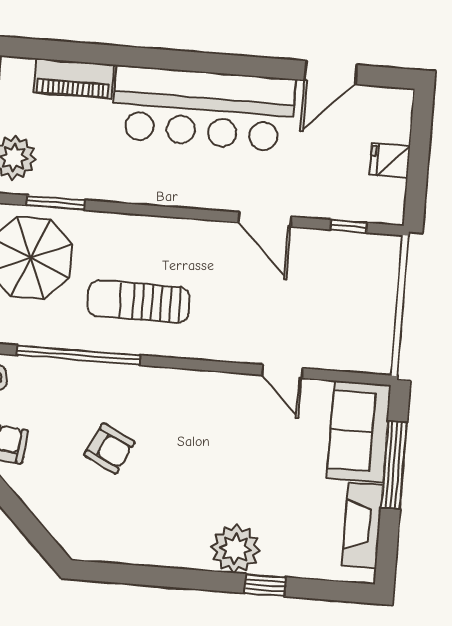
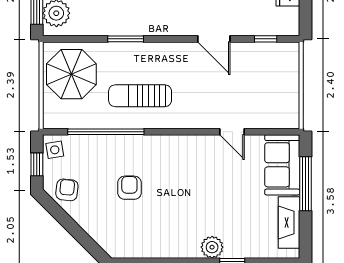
window: (56, 203) -> (126, 39), moved
armchair: (109, 449) -> (129, 188), turned -116
plant: (235, 549) -> (212, 247), width x0.73, depth x0.73

